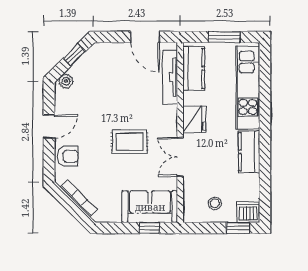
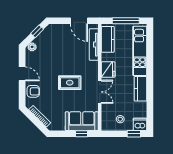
window: (224, 37) -> (126, 21), width x1.44
door: (49, 127) -> (22, 74), hinge flipped
double door: (180, 157) -> (100, 92), swing flipped

